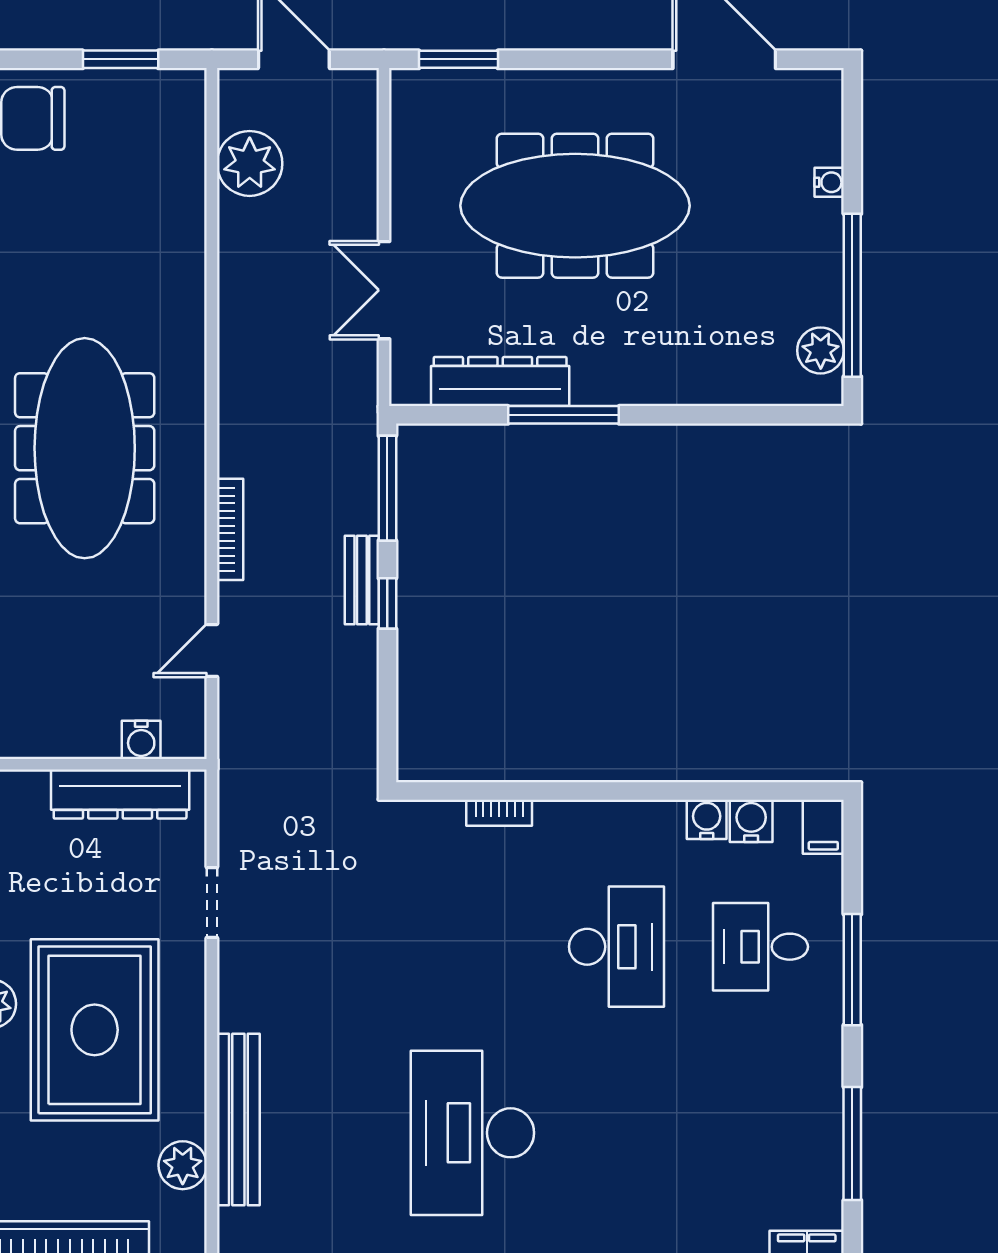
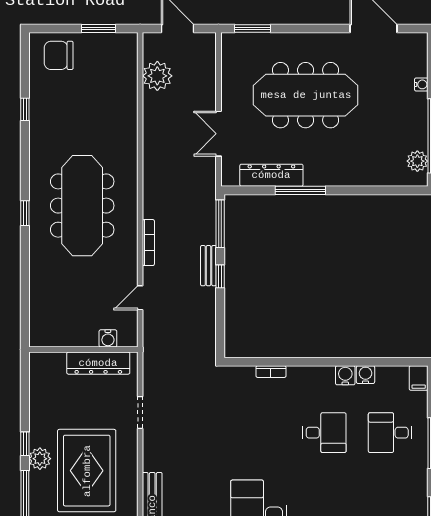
water cooler: (751, 821) -> (345, 375), moved
desk: (616, 947) -> (324, 433), width x0.73

